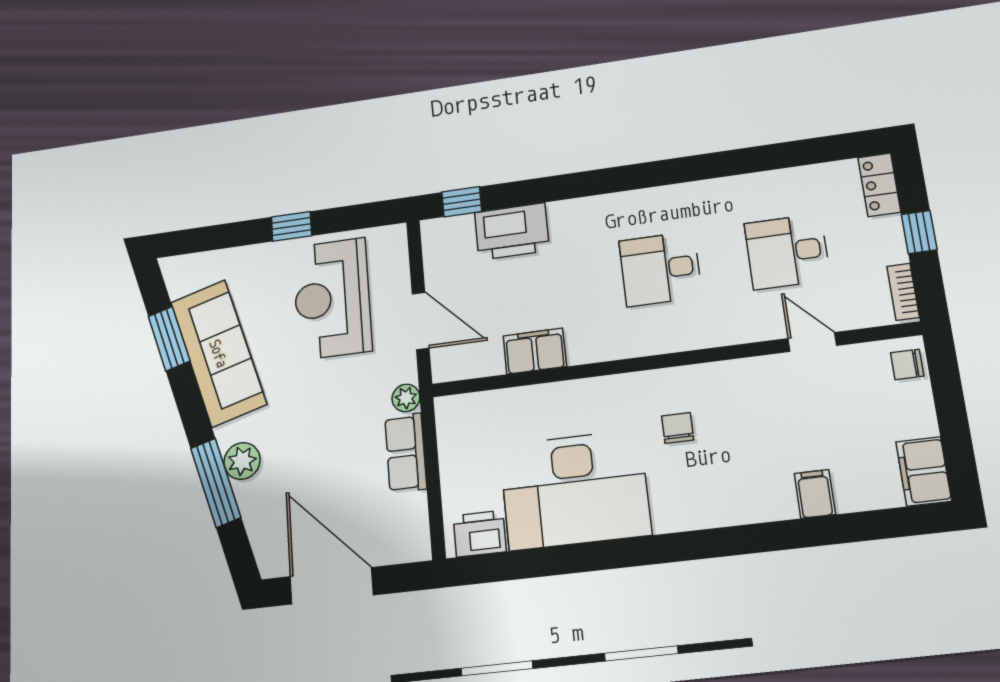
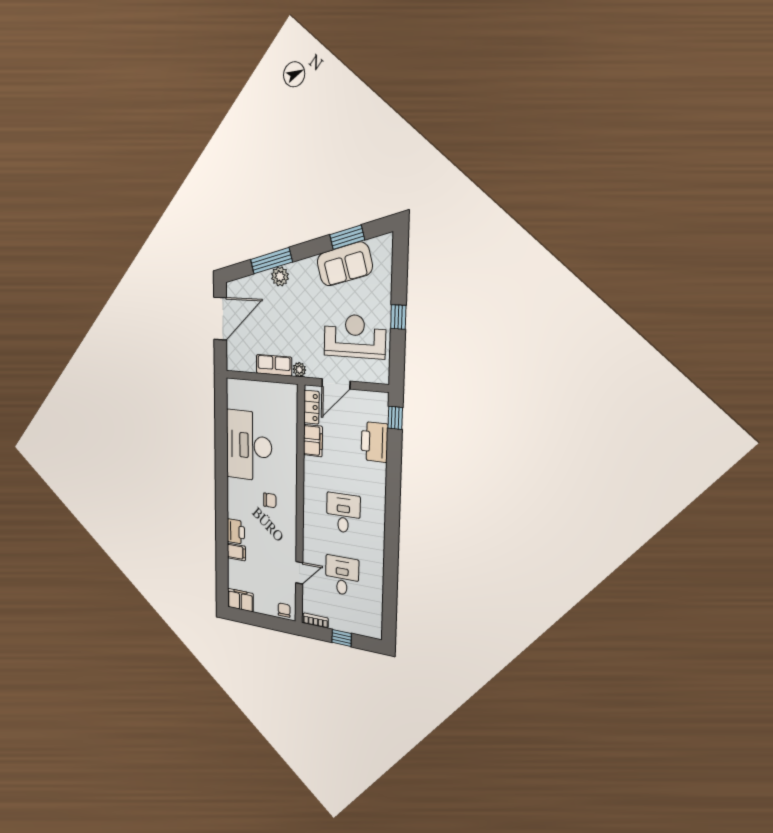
locker: (879, 185) -> (311, 407), moved, turned 90
sofa: (218, 353) -> (345, 264), width x0.73
printer: (480, 534) -> (236, 532), moved

